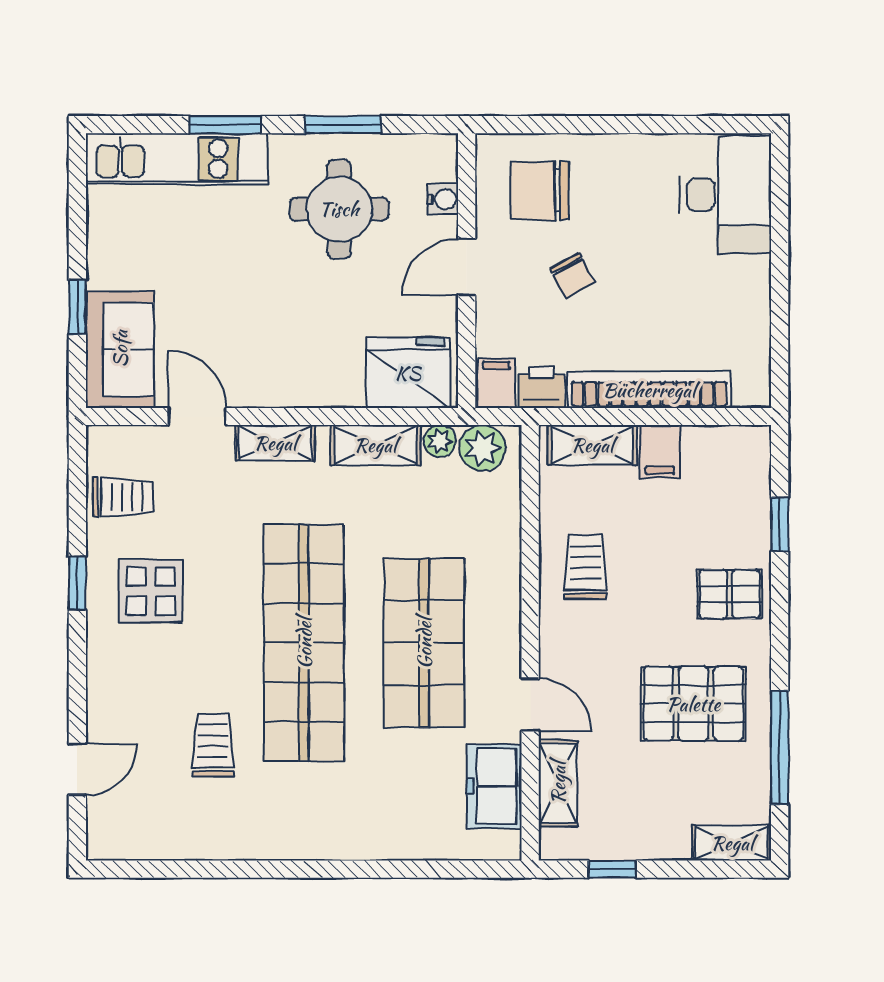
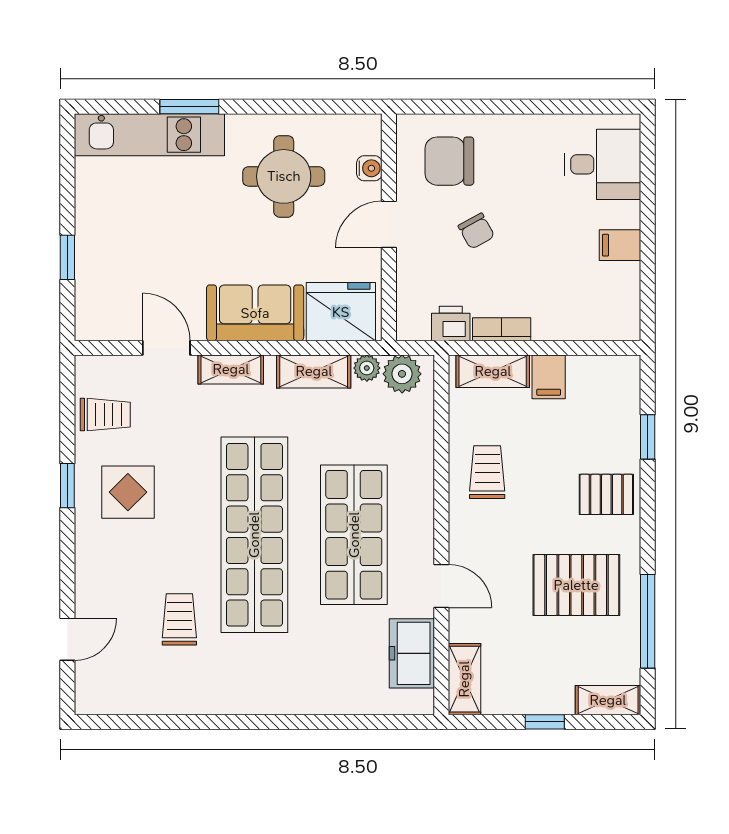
window: (343, 125) -> (287, 107), removed
desk: (725, 195) -> (603, 164), width x0.73
sofa: (120, 349) -> (255, 313), moved, turned -90
filing cabinet: (496, 383) -> (620, 245), moved, turned -90
bookcase: (649, 390) -> (502, 329), width x0.43, depth x0.76
shelving: (558, 783) -> (464, 679), moved
window: (612, 869) -> (545, 722), moved

